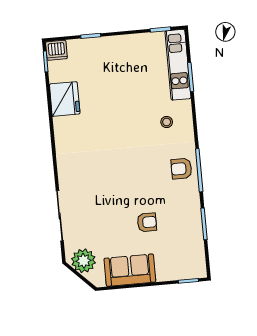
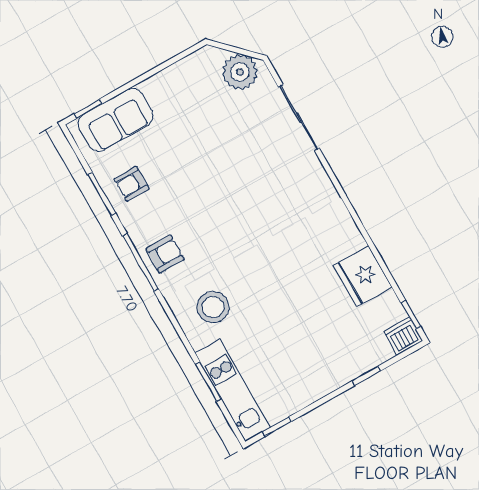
stool: (167, 122) -> (213, 307), width x1.89, depth x1.89
armchair: (147, 222) -> (132, 184), moved
sofa: (130, 270) -> (115, 120), moved

